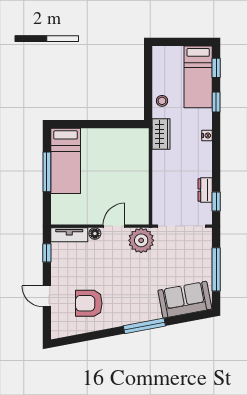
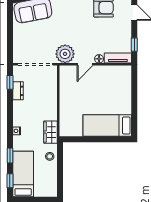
bed: (66, 161) -> (107, 126), moved, turned -90
window: (47, 172) -> (134, 104), removed
window: (216, 269) -> (10, 33), removed

